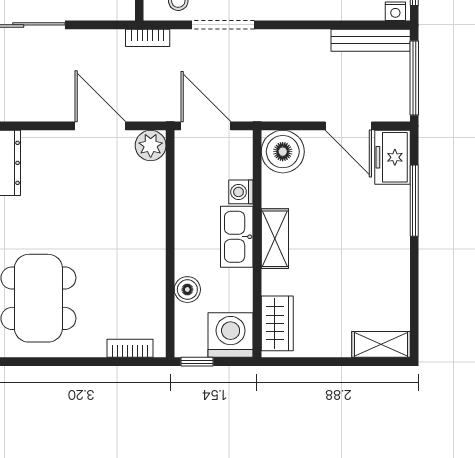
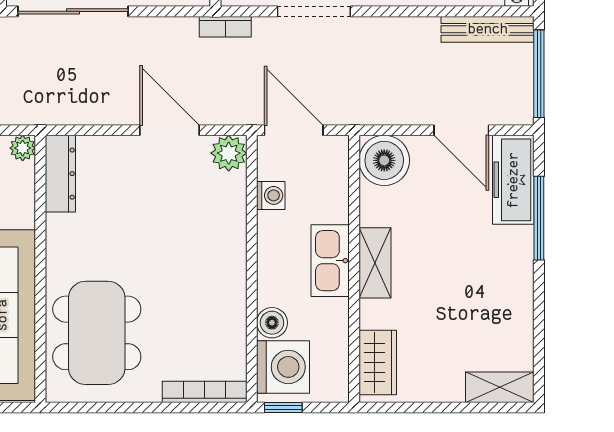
freezer: (392, 157) -> (513, 180), width x1.40
washing machine: (241, 192) -> (271, 195), moved, turned 180
washing machine: (231, 335) -> (283, 367), moved, turned 90
bookcase: (130, 348) -> (204, 392), width x1.56

